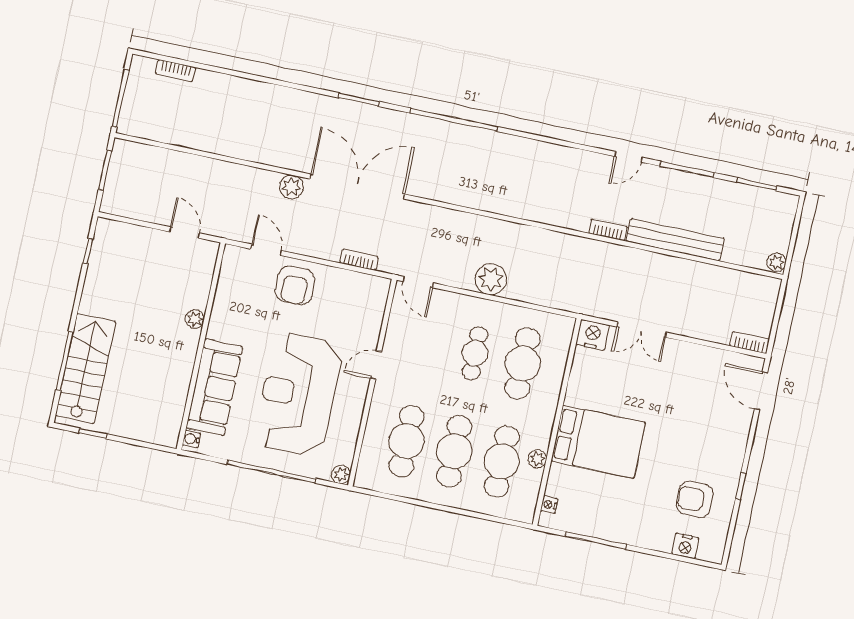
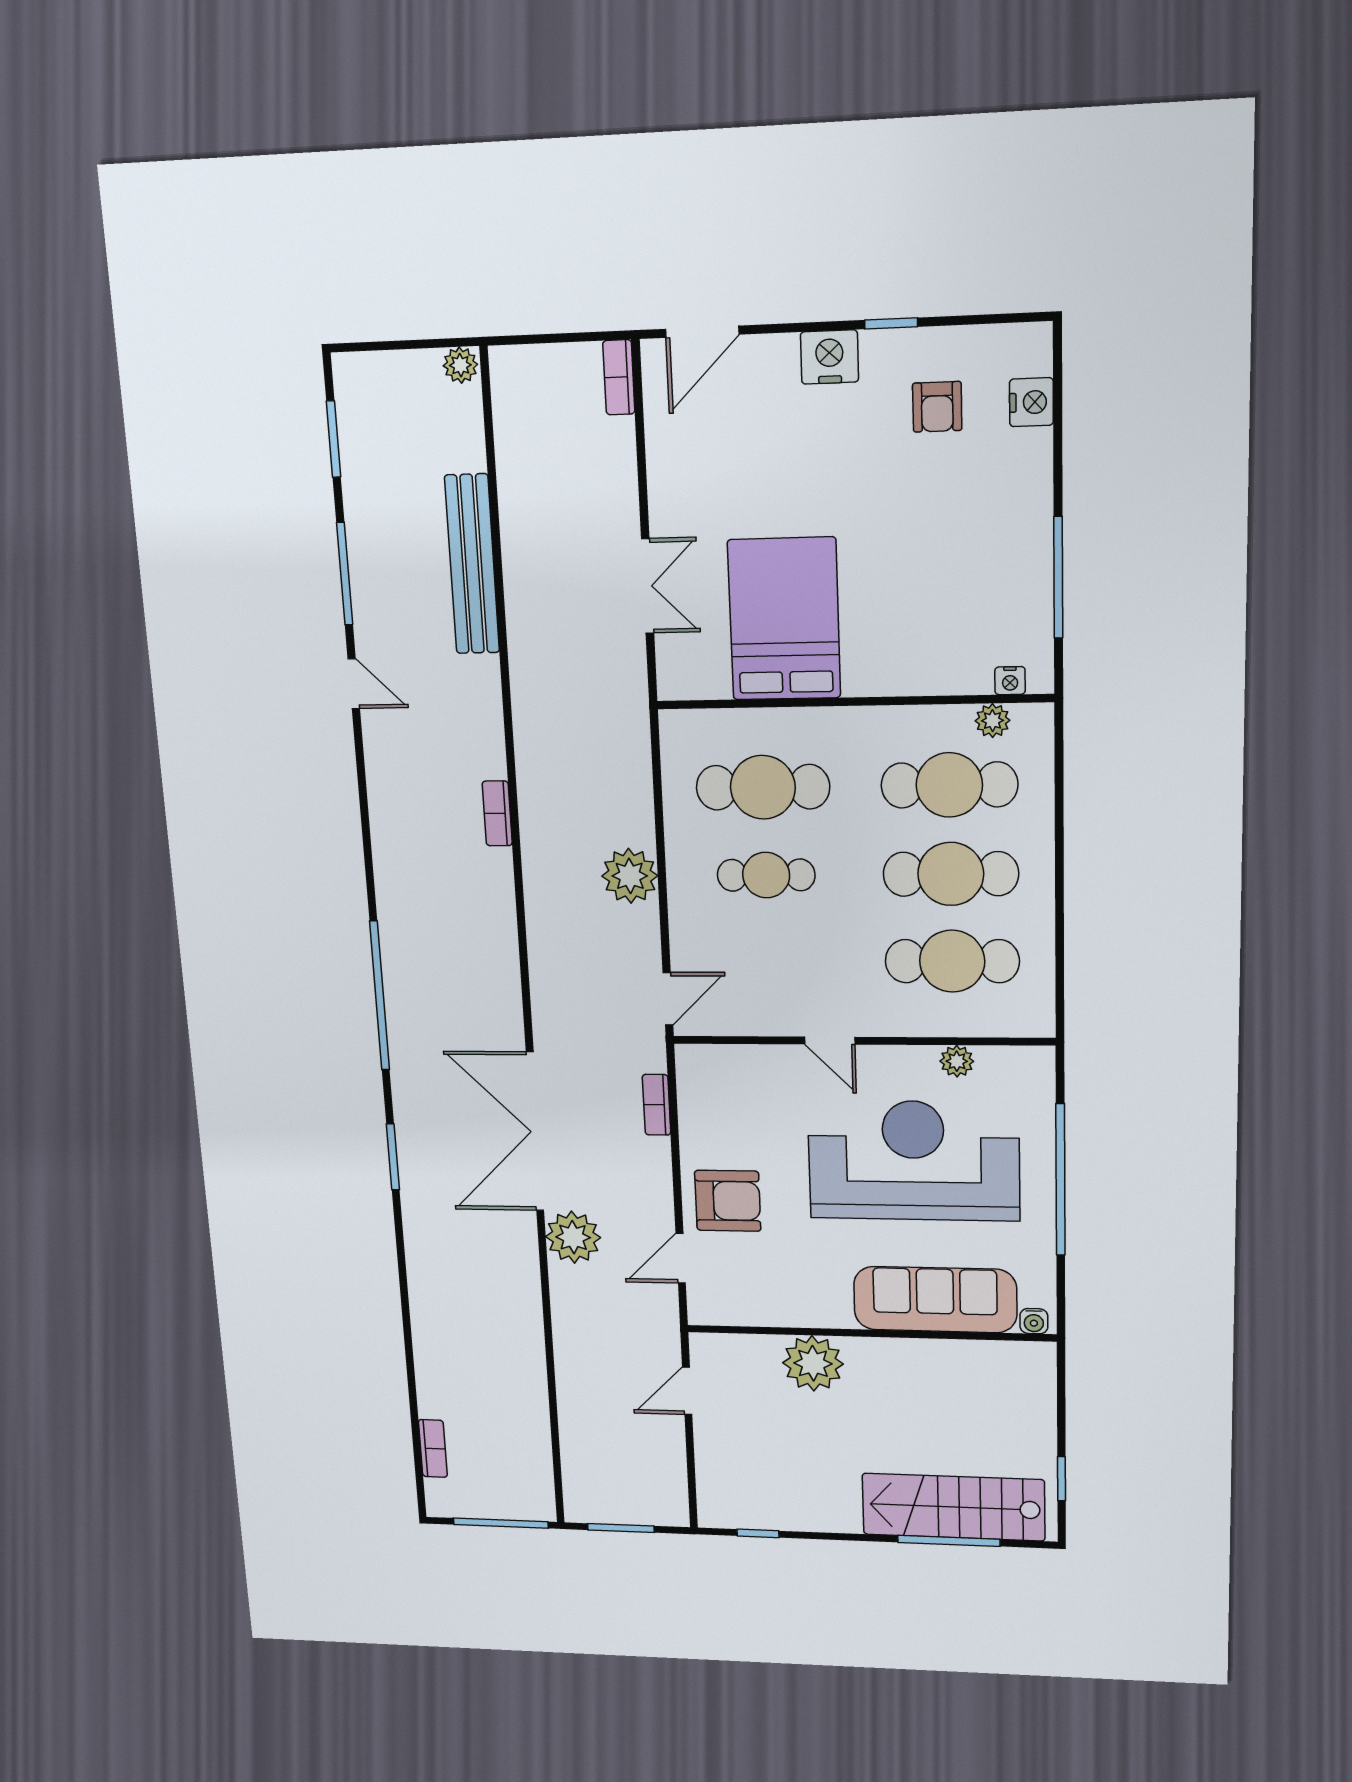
plant: (291, 187) -> (573, 1237), width x1.36, depth x1.36
bookcase: (608, 230) -> (497, 813), moved
plant: (195, 319) -> (813, 1363), width x1.88, depth x1.88
nightstand: (593, 335) -> (829, 357), moved, turned 90
reception desk: (298, 394) -> (914, 1161), turned 180
bed: (598, 442) -> (784, 619), moved
plant: (537, 459) -> (992, 721), moved
plant: (341, 474) -> (957, 1061), moved
armchair: (695, 499) -> (937, 407), width x0.72, depth x0.72

